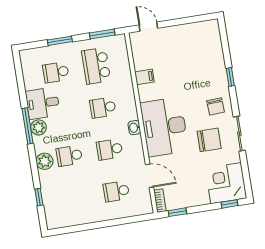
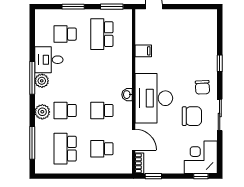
school desk: (103, 108) -> (65, 149), moved, width x1.85
window: (39, 197) -> (32, 143), width x2.17

